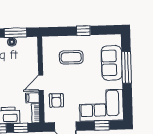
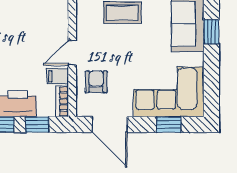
window: (127, 67) -> (211, 32), width x0.46
armchair: (56, 100) -> (96, 82), turned 180

